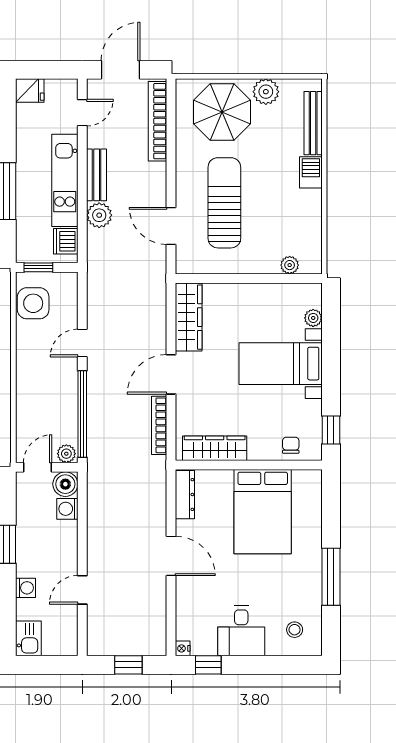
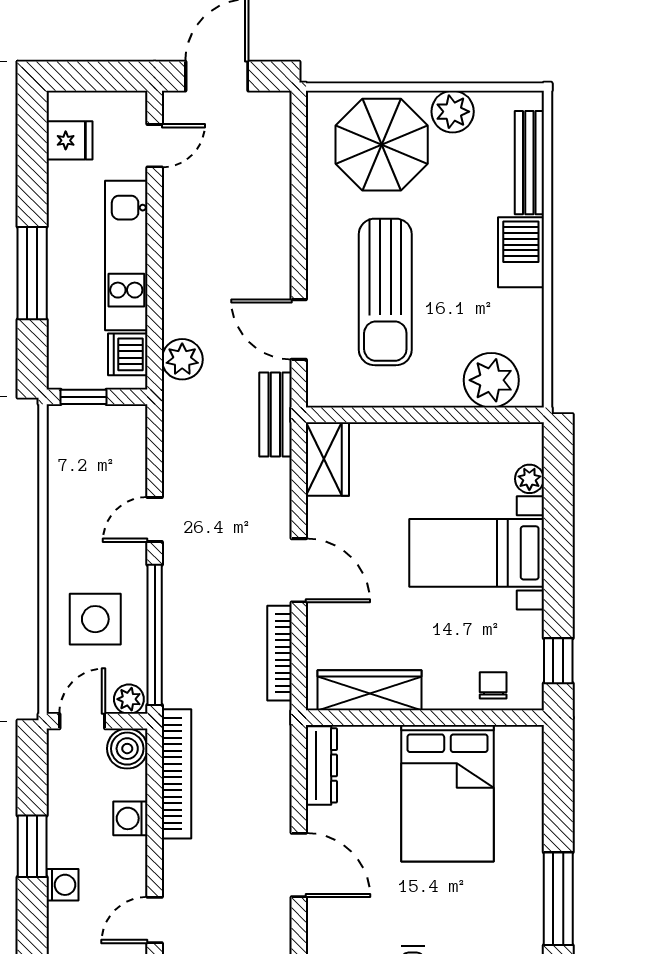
fridge: (30, 91) -> (69, 140), moved
bookcase: (158, 121) -> (177, 774), moved, turned 180
barbecue: (311, 172) -> (521, 252), width x1.38, depth x1.27
bench: (97, 175) -> (275, 414), moved
sun lounger: (224, 203) -> (385, 292), turned 180
plant: (99, 215) -> (182, 359), moved
plant: (290, 265) -> (491, 380), width x1.87, depth x1.87
side table: (33, 303) -> (95, 619), moved
wardrobe: (189, 317) -> (327, 459), width x0.67
door: (171, 374) -> (299, 570), swing flipped
washing machine: (67, 509) -> (130, 818), moved
washing machine: (25, 588) -> (62, 885), moved

